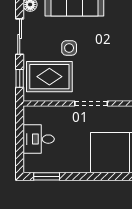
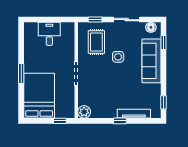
rug: (49, 77) -> (96, 42), width x0.73, depth x0.70
window: (47, 176) -> (21, 74), moved

